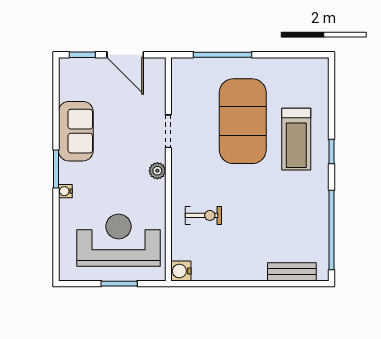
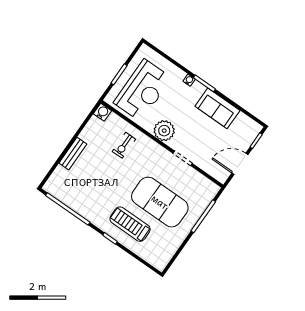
plant: (157, 171) -> (164, 131), width x1.87, depth x1.87
bench: (292, 272) -> (73, 154), moved

